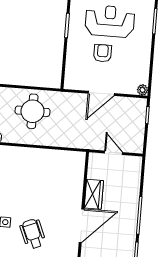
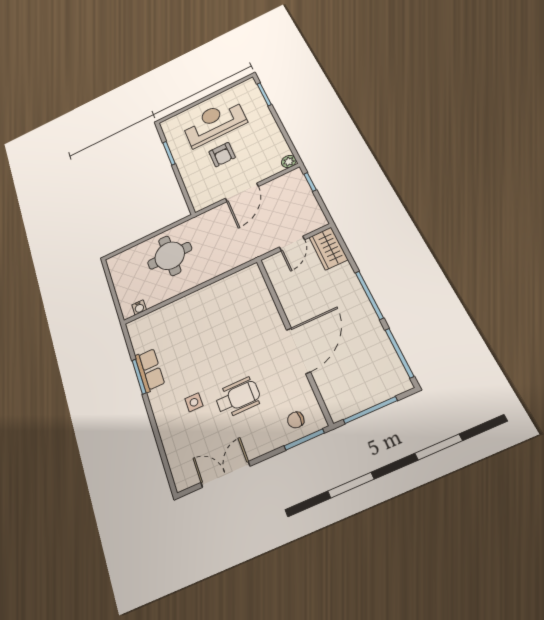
armchair: (103, 53) -> (222, 155), turned 180
door: (114, 153) -> (292, 243), swing flipped
wardrobe: (94, 194) -> (328, 248), moved, turned 180
wheelchair: (33, 234) -> (238, 397), turned 113

